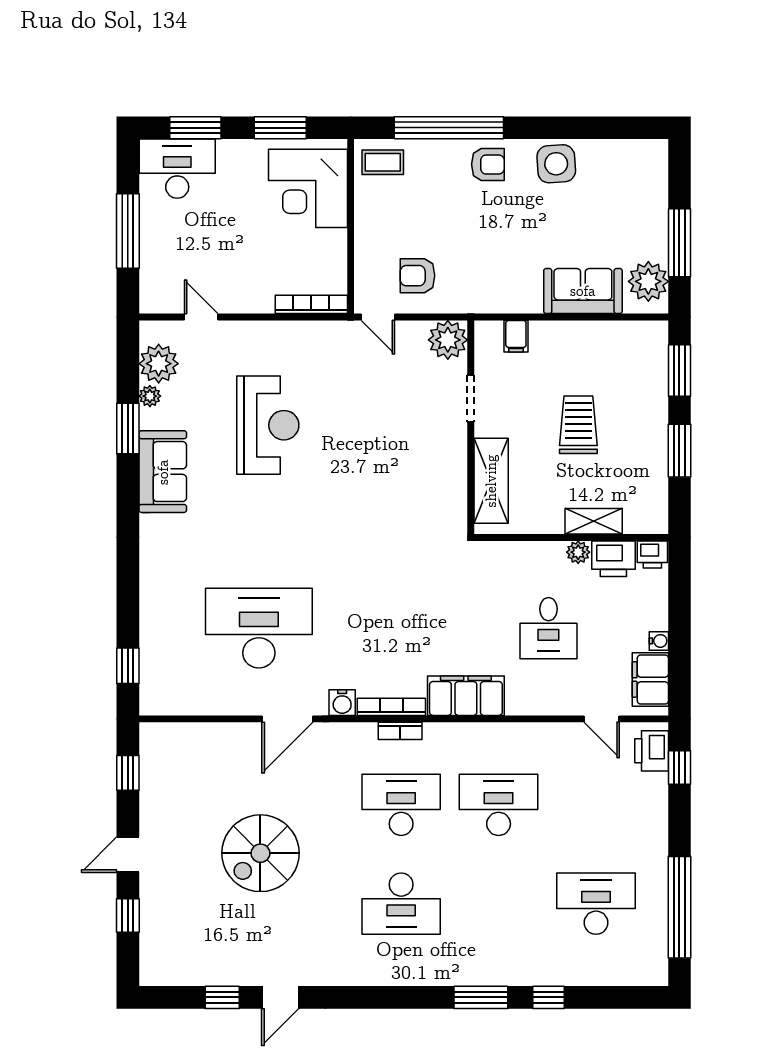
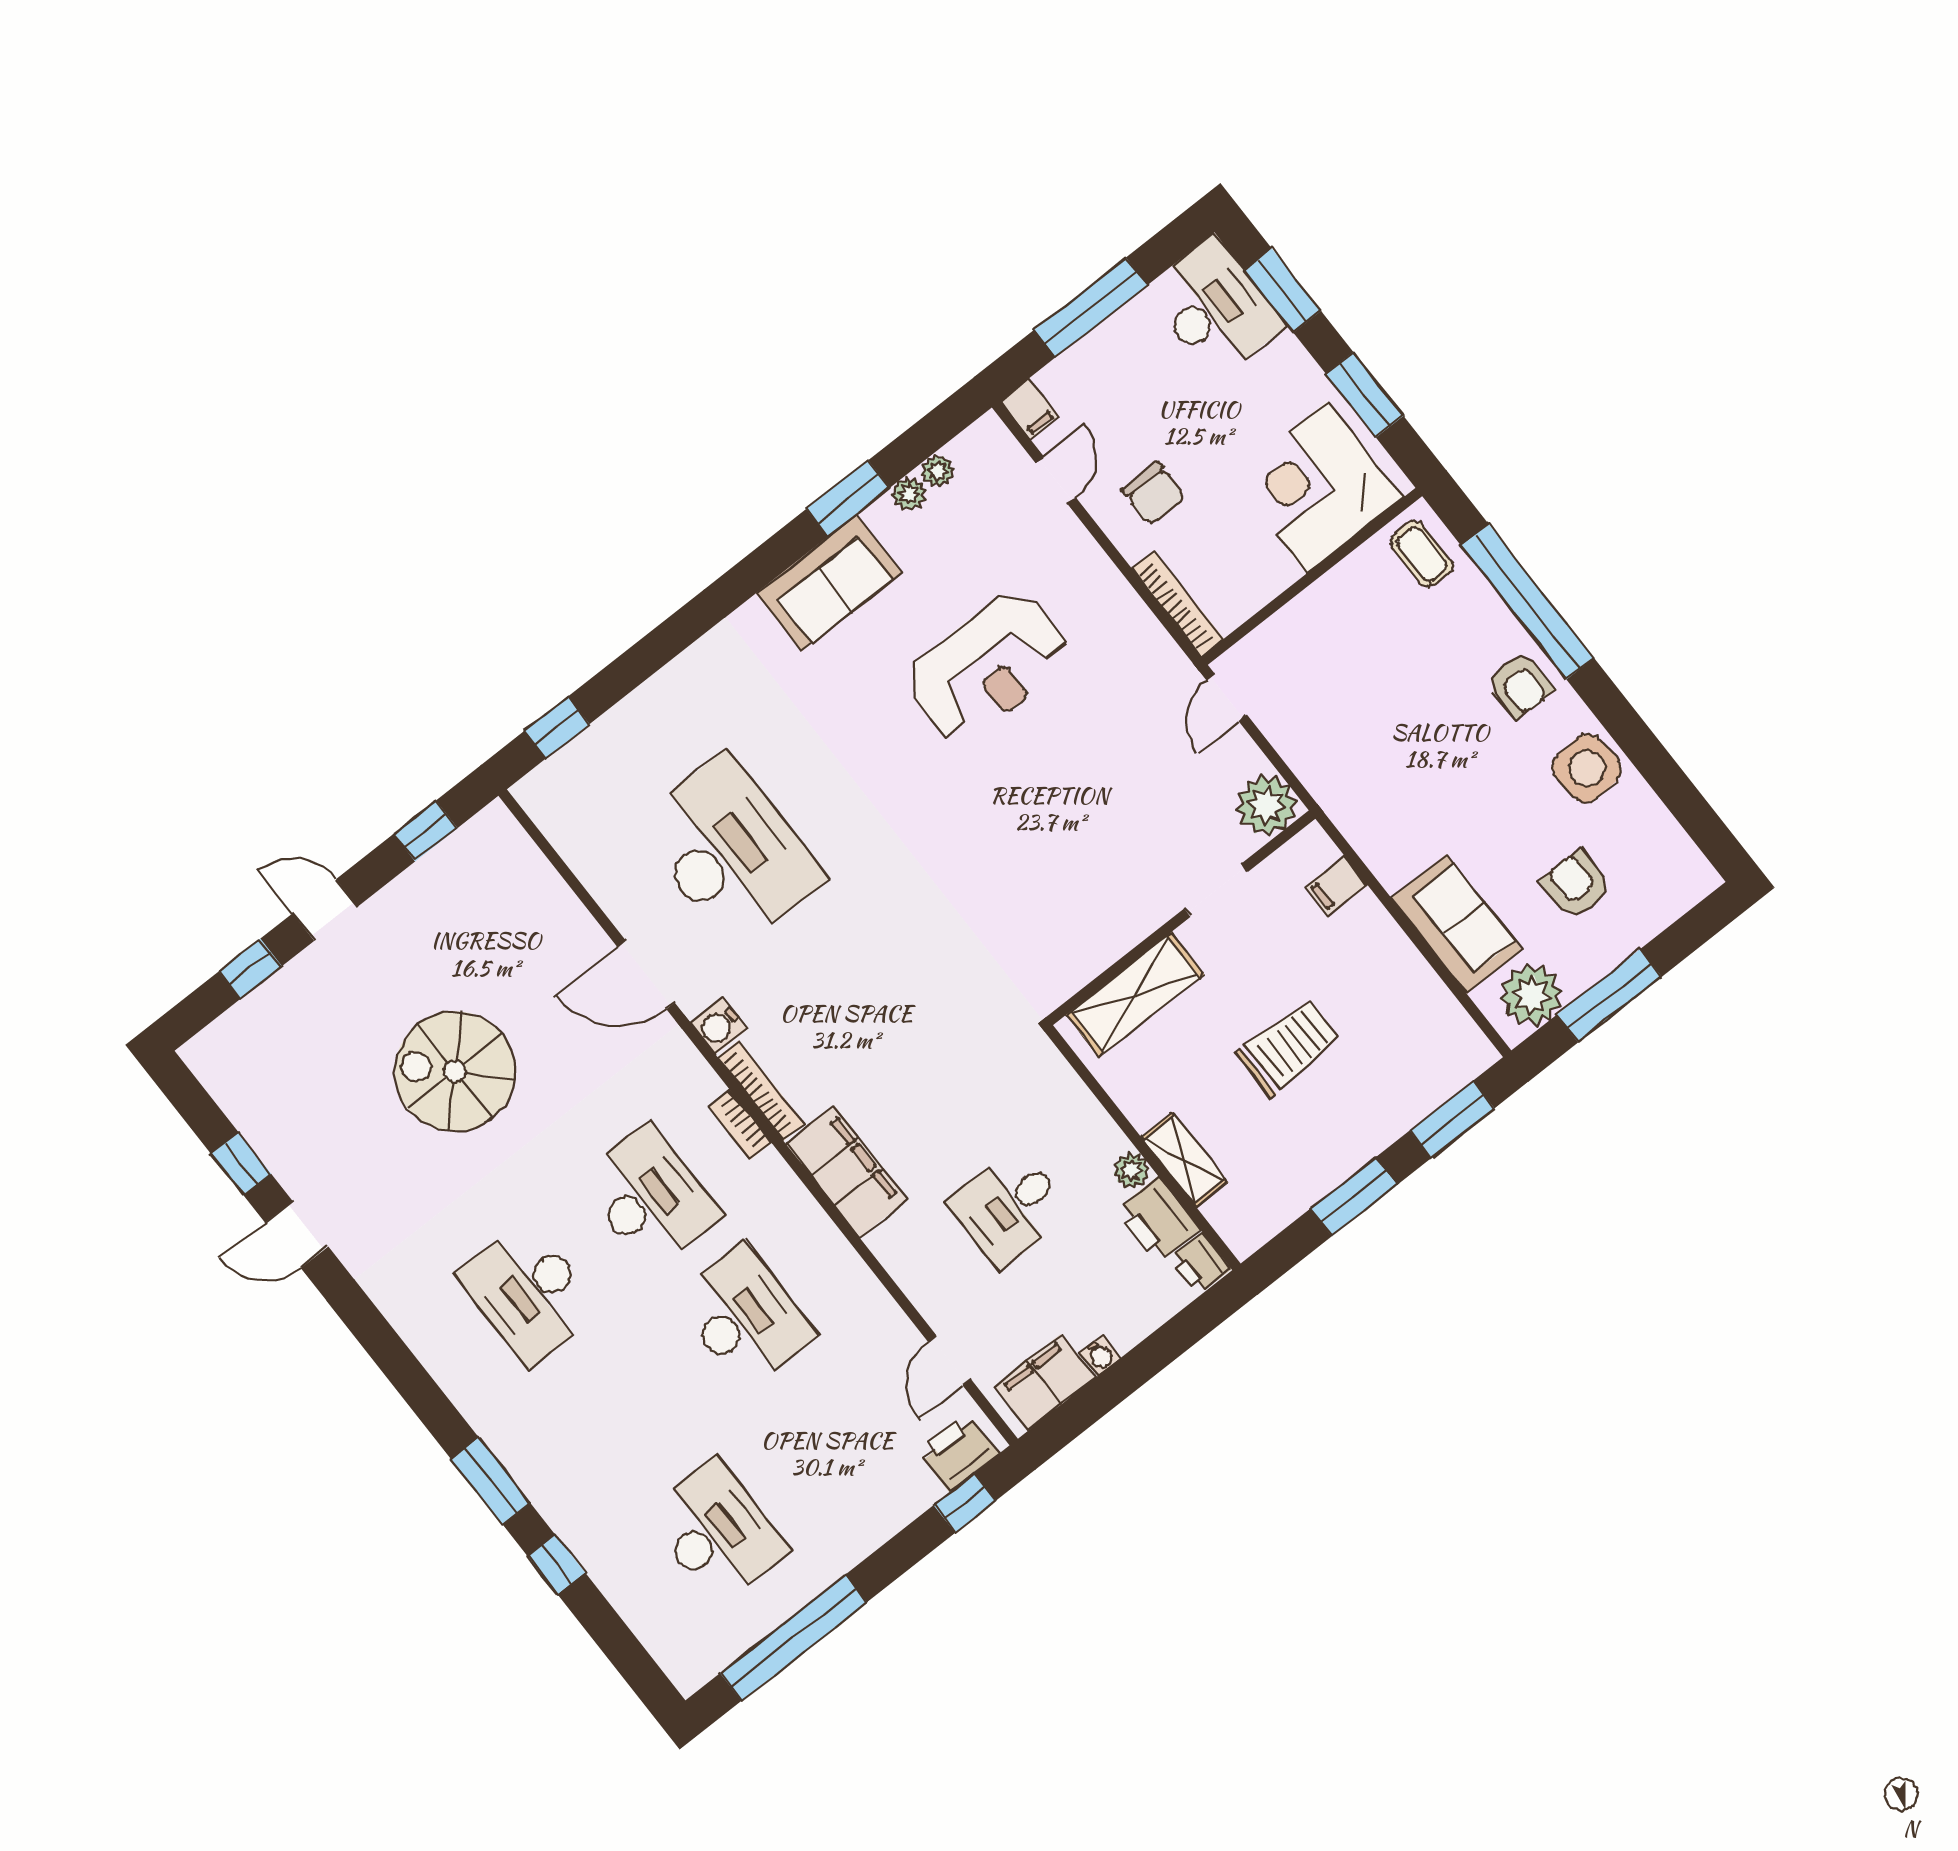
chair: (246, 273) -> (1154, 494), added
armchair: (417, 276) -> (1576, 885), moved
filing cabinet: (155, 302) -> (1029, 409), added
plant: (159, 364) -> (938, 471), width x0.53, depth x0.53

